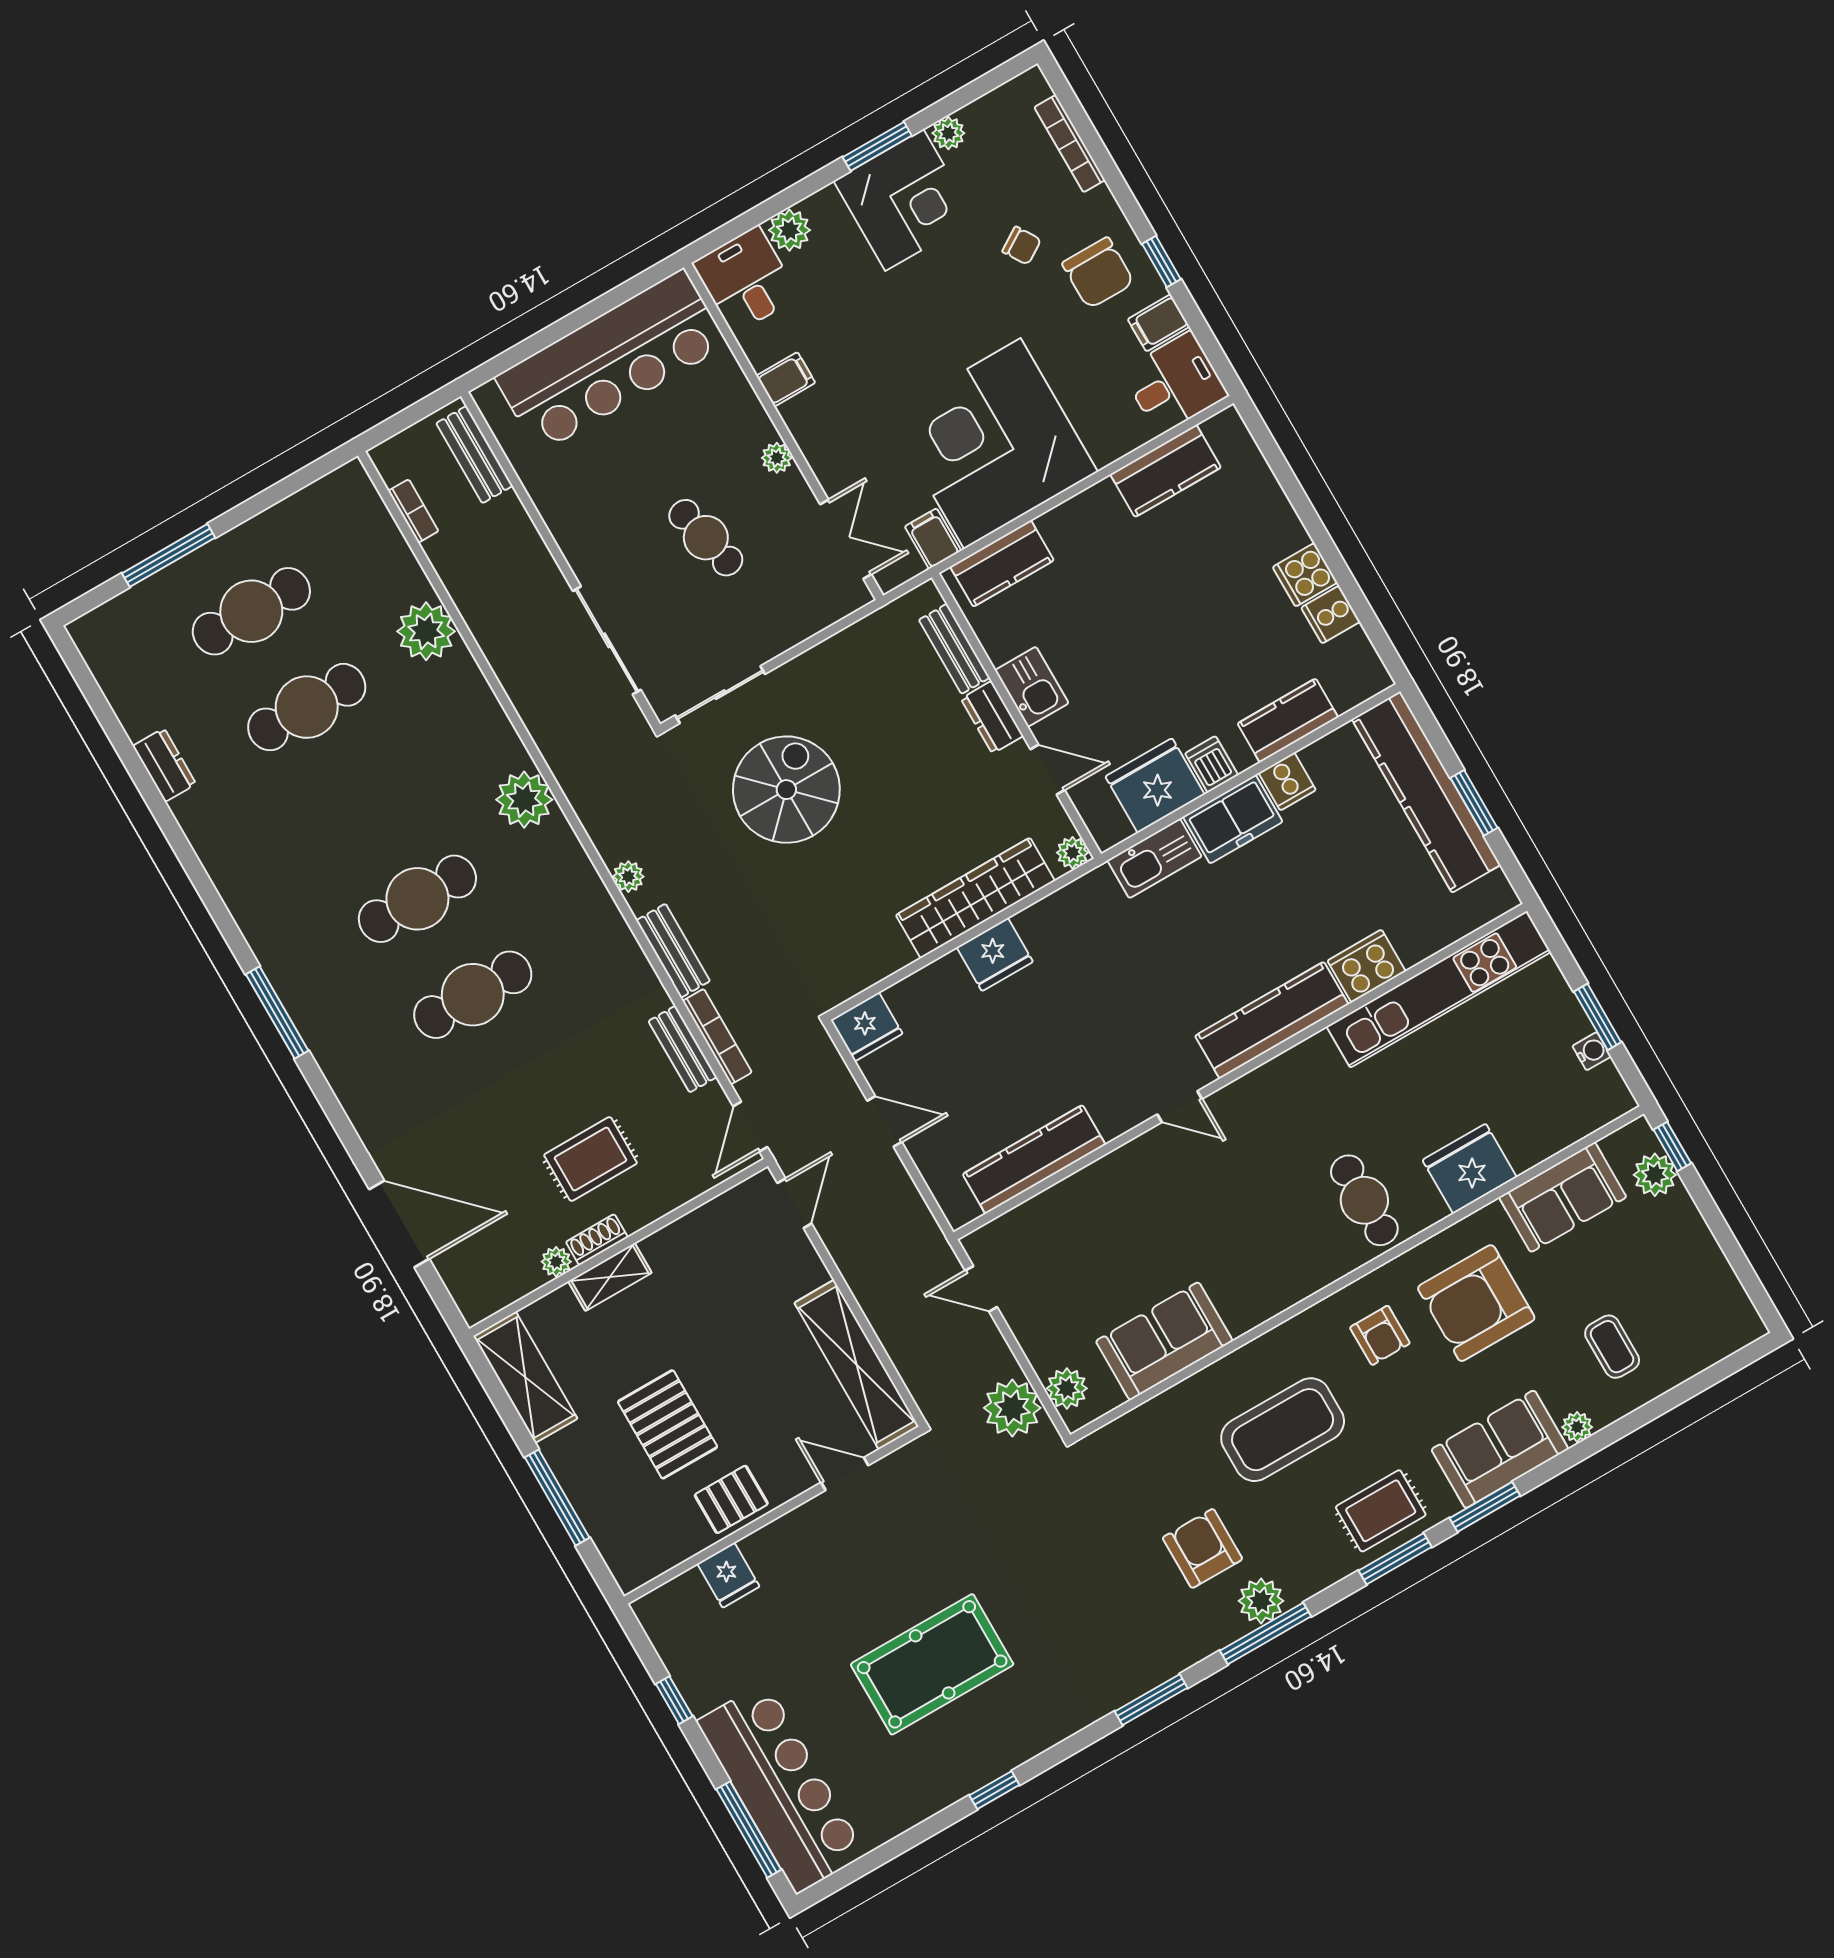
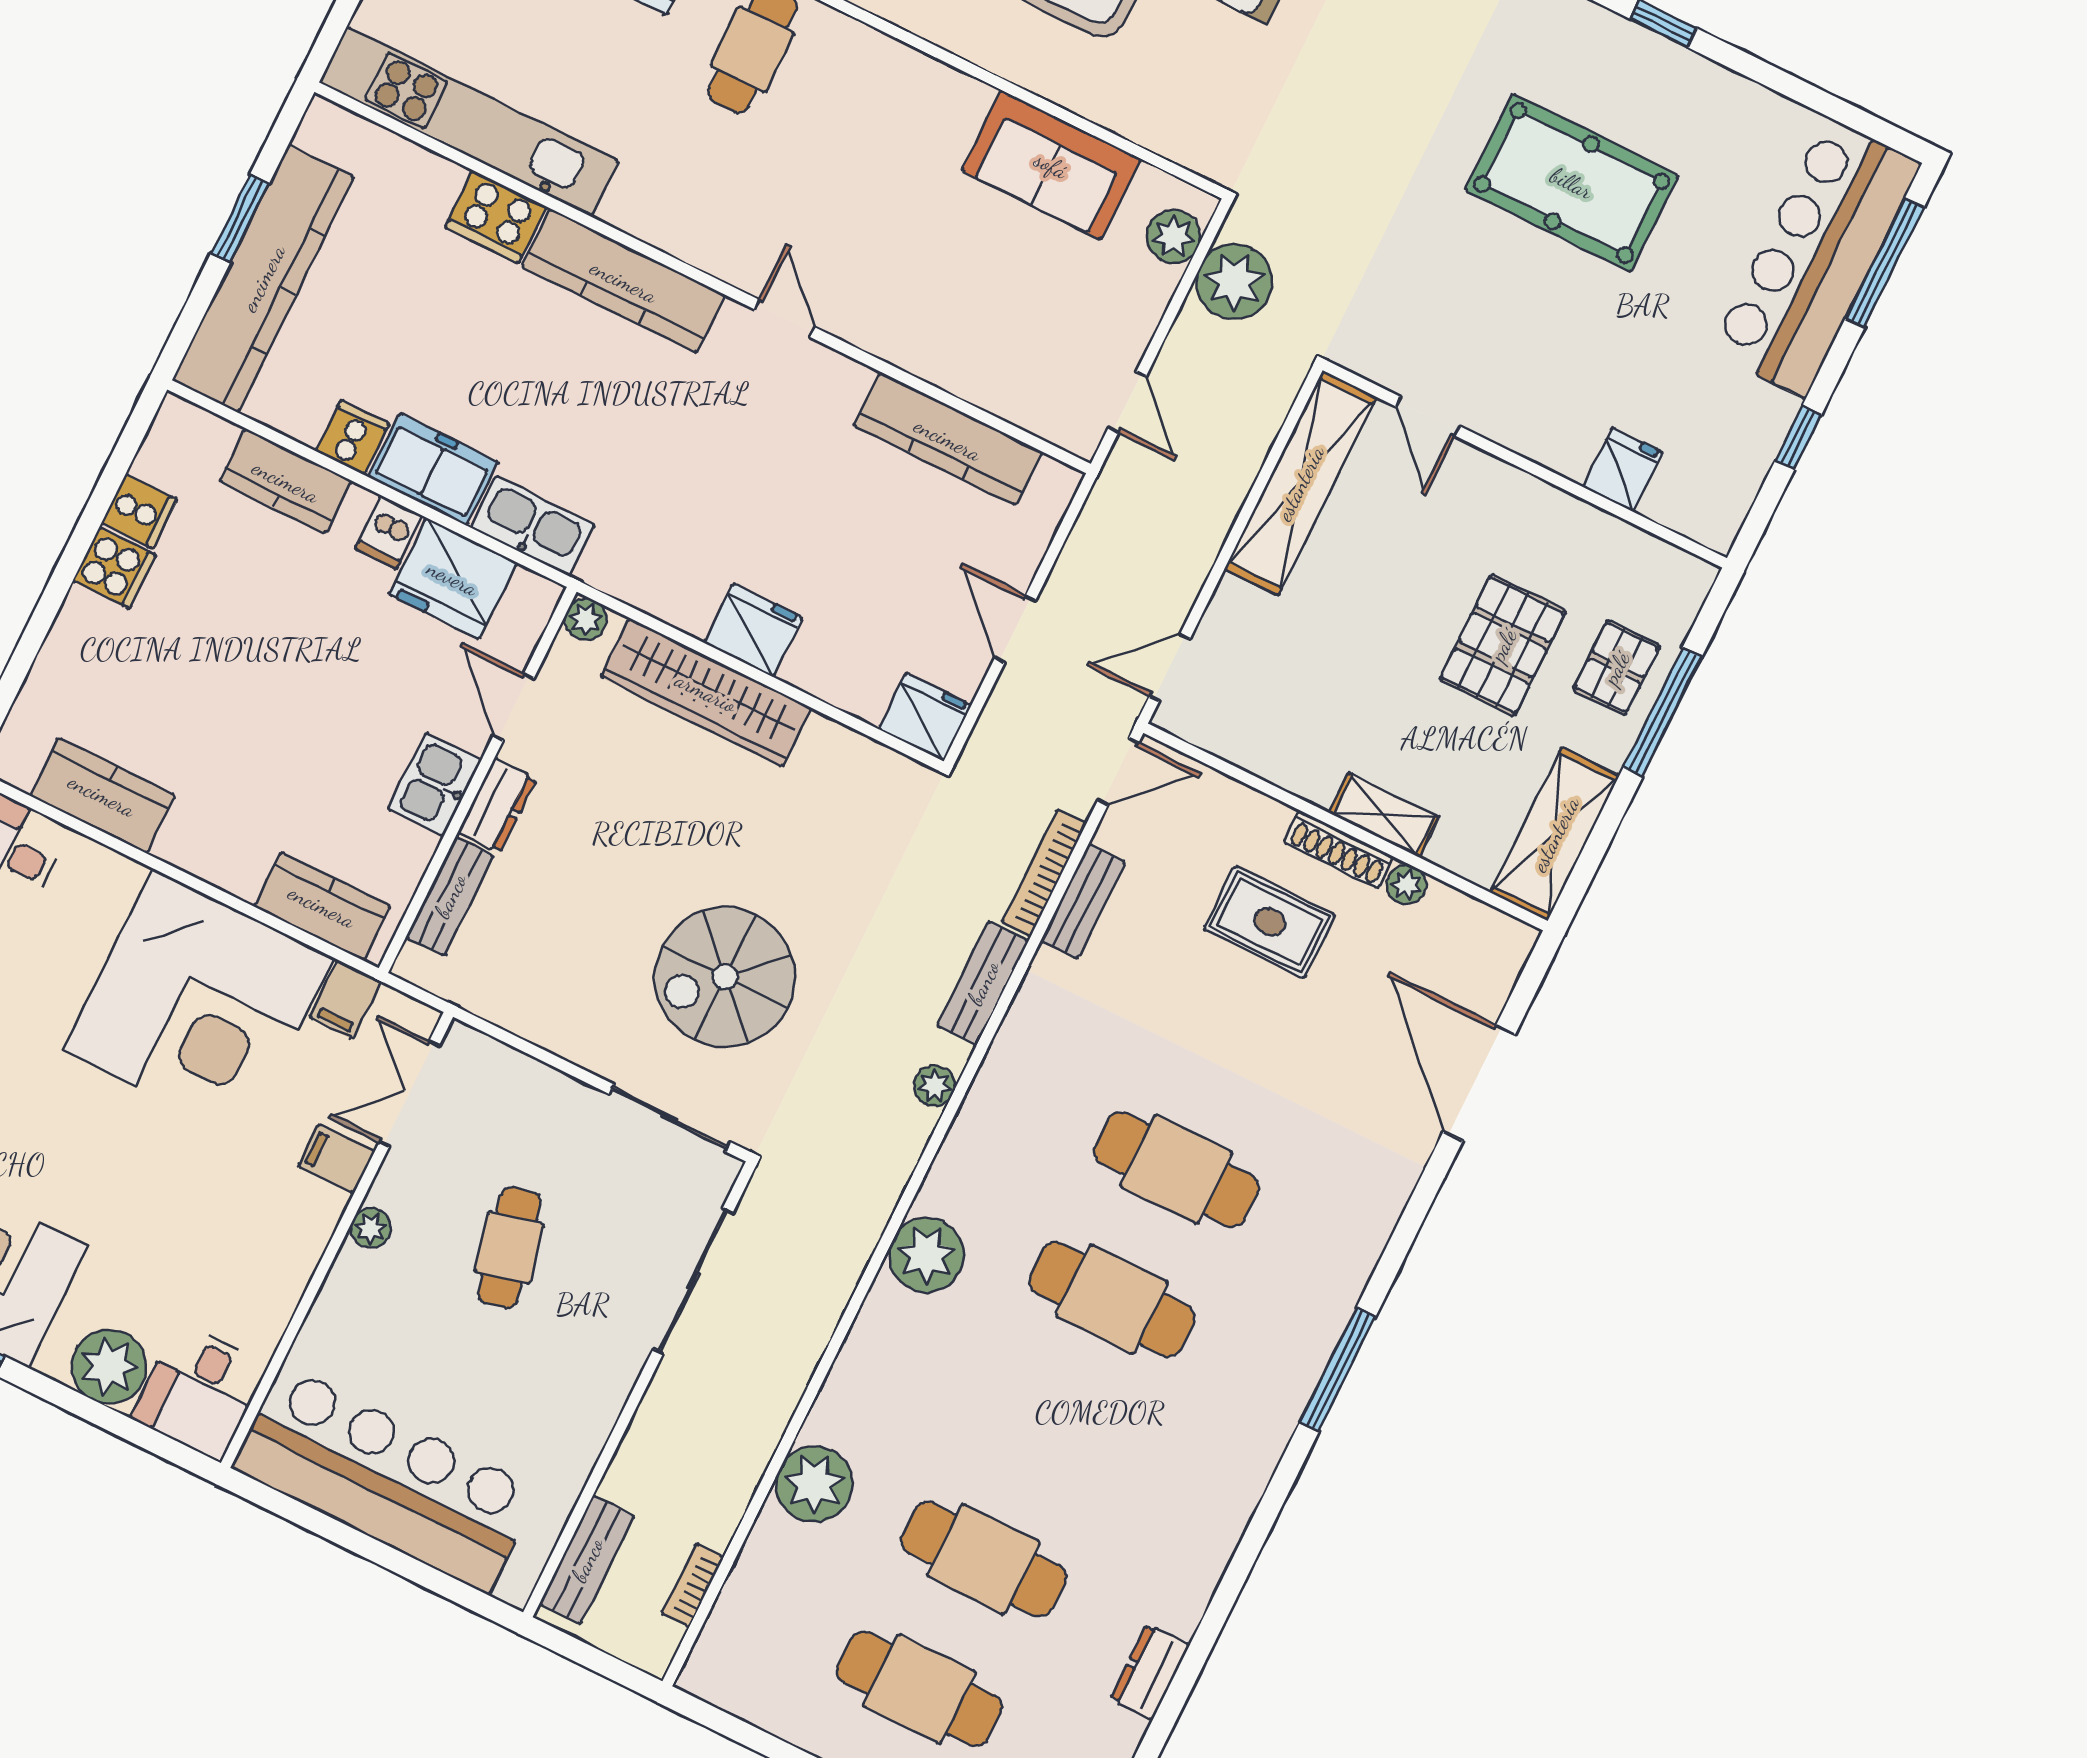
plant: (789, 230) -> (109, 1367), width x1.36, depth x1.36
filing cabinet: (786, 379) -> (336, 1159), moved
shoe rack: (597, 1240) -> (1339, 849), width x1.43
pallet: (731, 1499) -> (1616, 668), moved, turned 90

